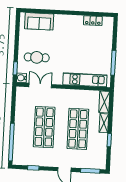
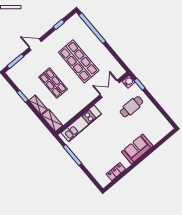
sofa: (39, 21) -> (137, 149), moved
double door: (40, 86) -> (110, 89), swing flipped
shop shelf: (78, 129) -> (53, 83), width x0.70, depth x0.74

